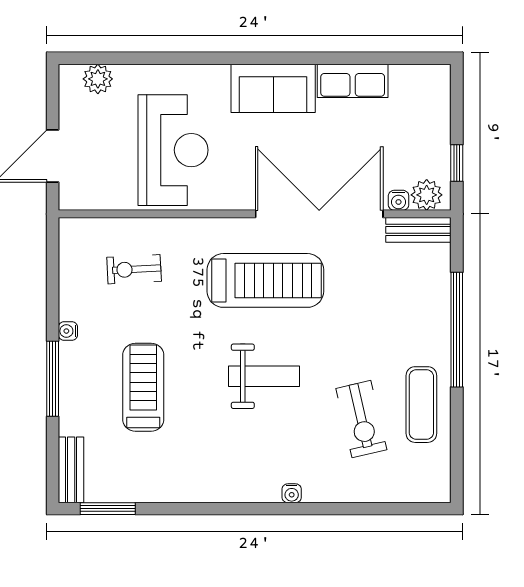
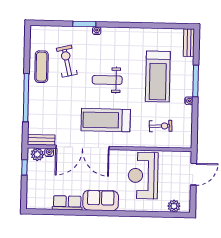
treadmill: (143, 387) -> (158, 77), width x1.37, depth x1.38
window: (108, 509) -> (84, 24), moved

